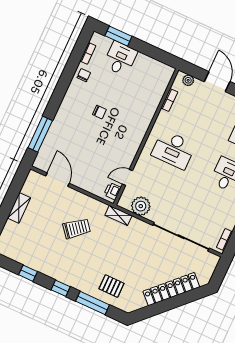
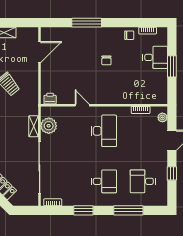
window: (118, 36) -> (172, 66), moved
window: (40, 134) -> (87, 23), moved
desk: (173, 150) -> (104, 131), turned 180
door: (127, 177) -> (82, 105), moved
shelving: (118, 215) -> (34, 126), moved

